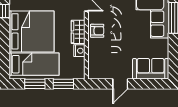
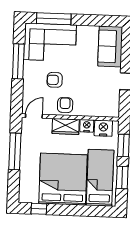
armchair: (119, 21) -> (55, 80), added
nightstand: (78, 65) -> (103, 128), added

